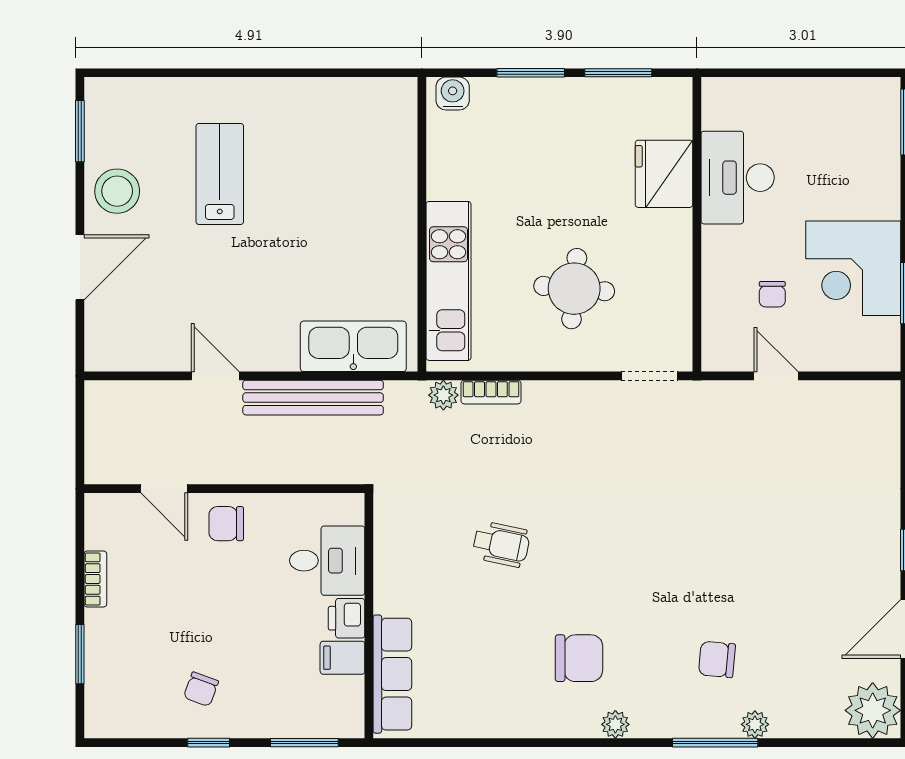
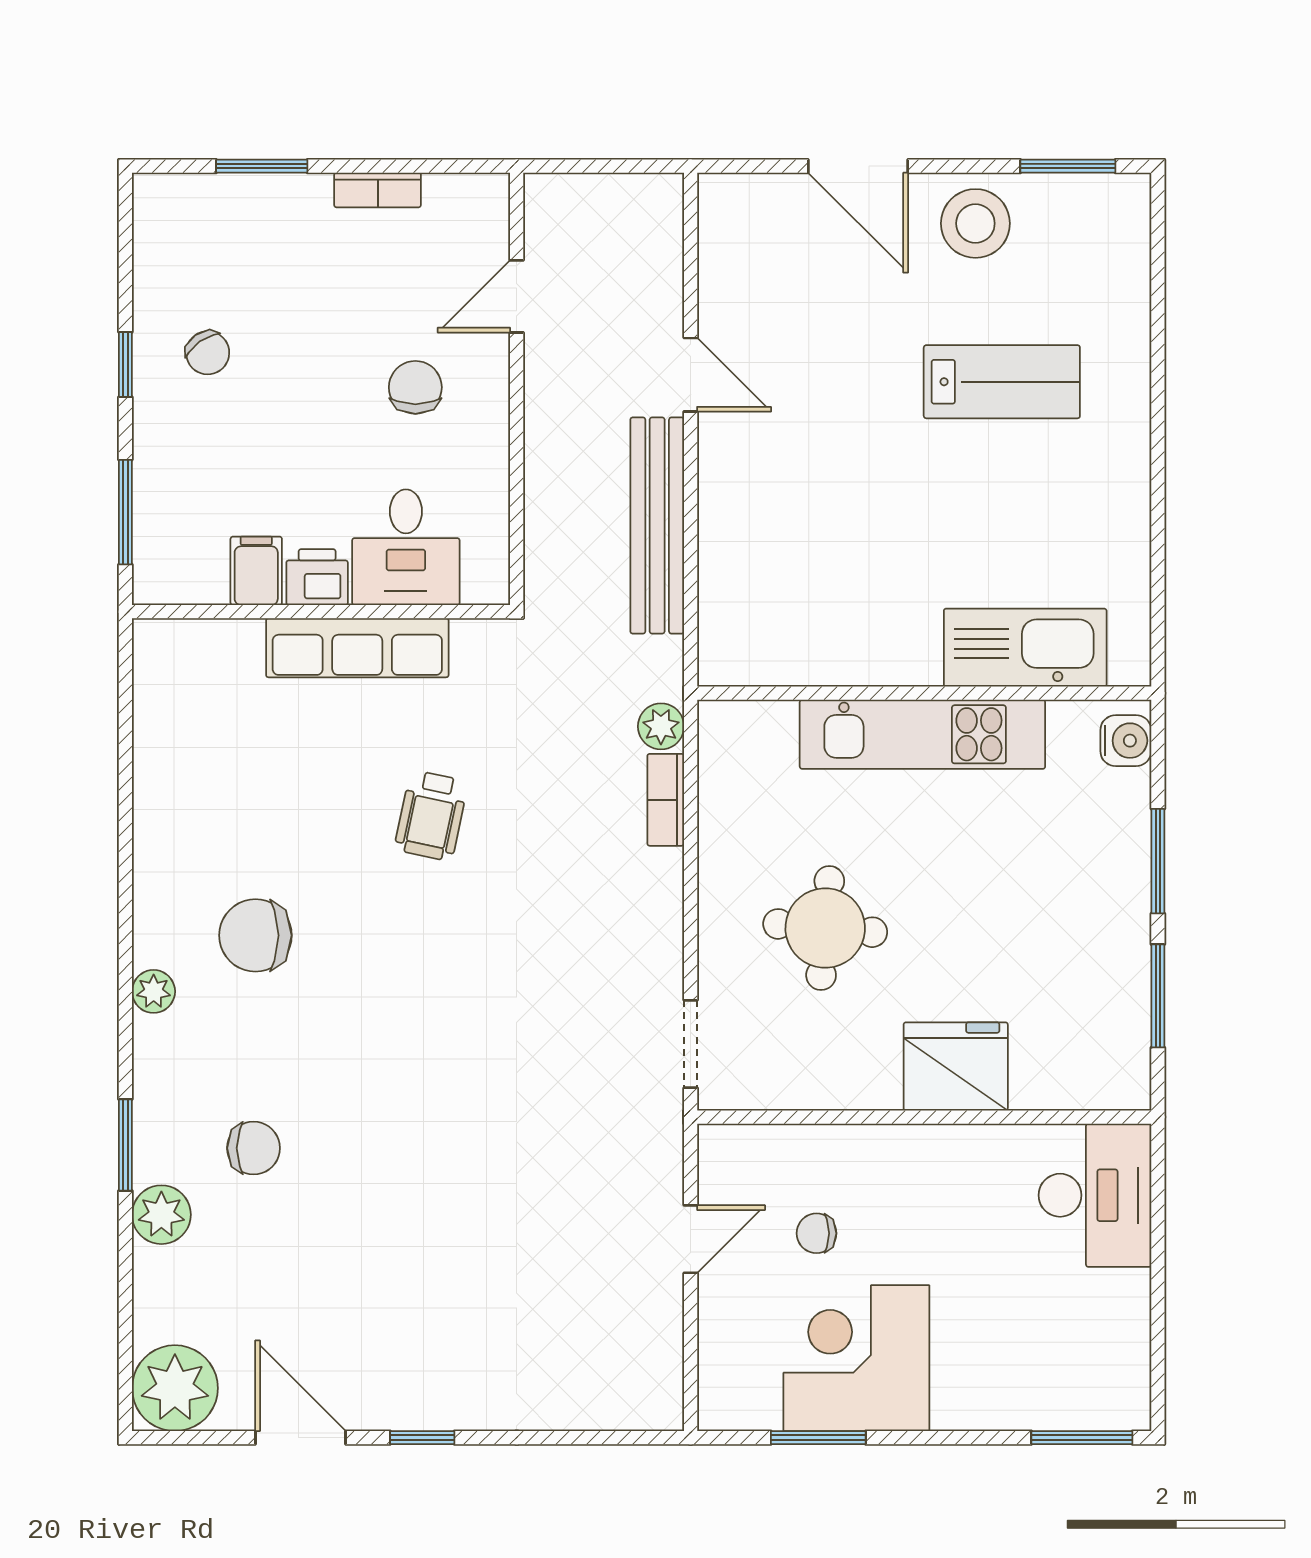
fridge: (664, 174) -> (956, 1066), moved
desk: (738, 178) -> (1095, 1195), moved, turned 90
kitchen unit: (449, 281) -> (922, 734), moved
kitchen sink: (353, 346) -> (1025, 648), moved, turned -90
door: (215, 376) -> (691, 375), hinge flipped
chair: (226, 524) -> (415, 387), moved
chair: (579, 658) -> (255, 935), turned 90
chair: (717, 659) -> (254, 1148), turned 85
row of seats: (392, 674) -> (357, 648), moved
chair: (201, 689) -> (208, 353), turned -145
plant: (755, 724) -> (161, 1215), width x1.38, depth x1.38
window: (715, 743) -> (125, 1145), width x0.69

